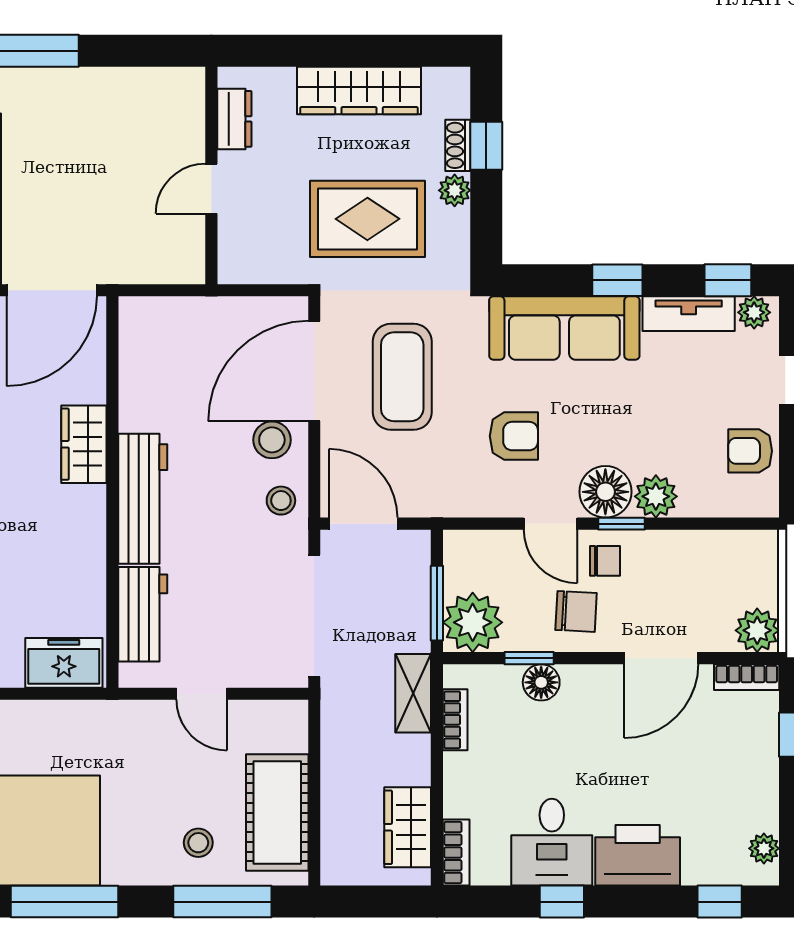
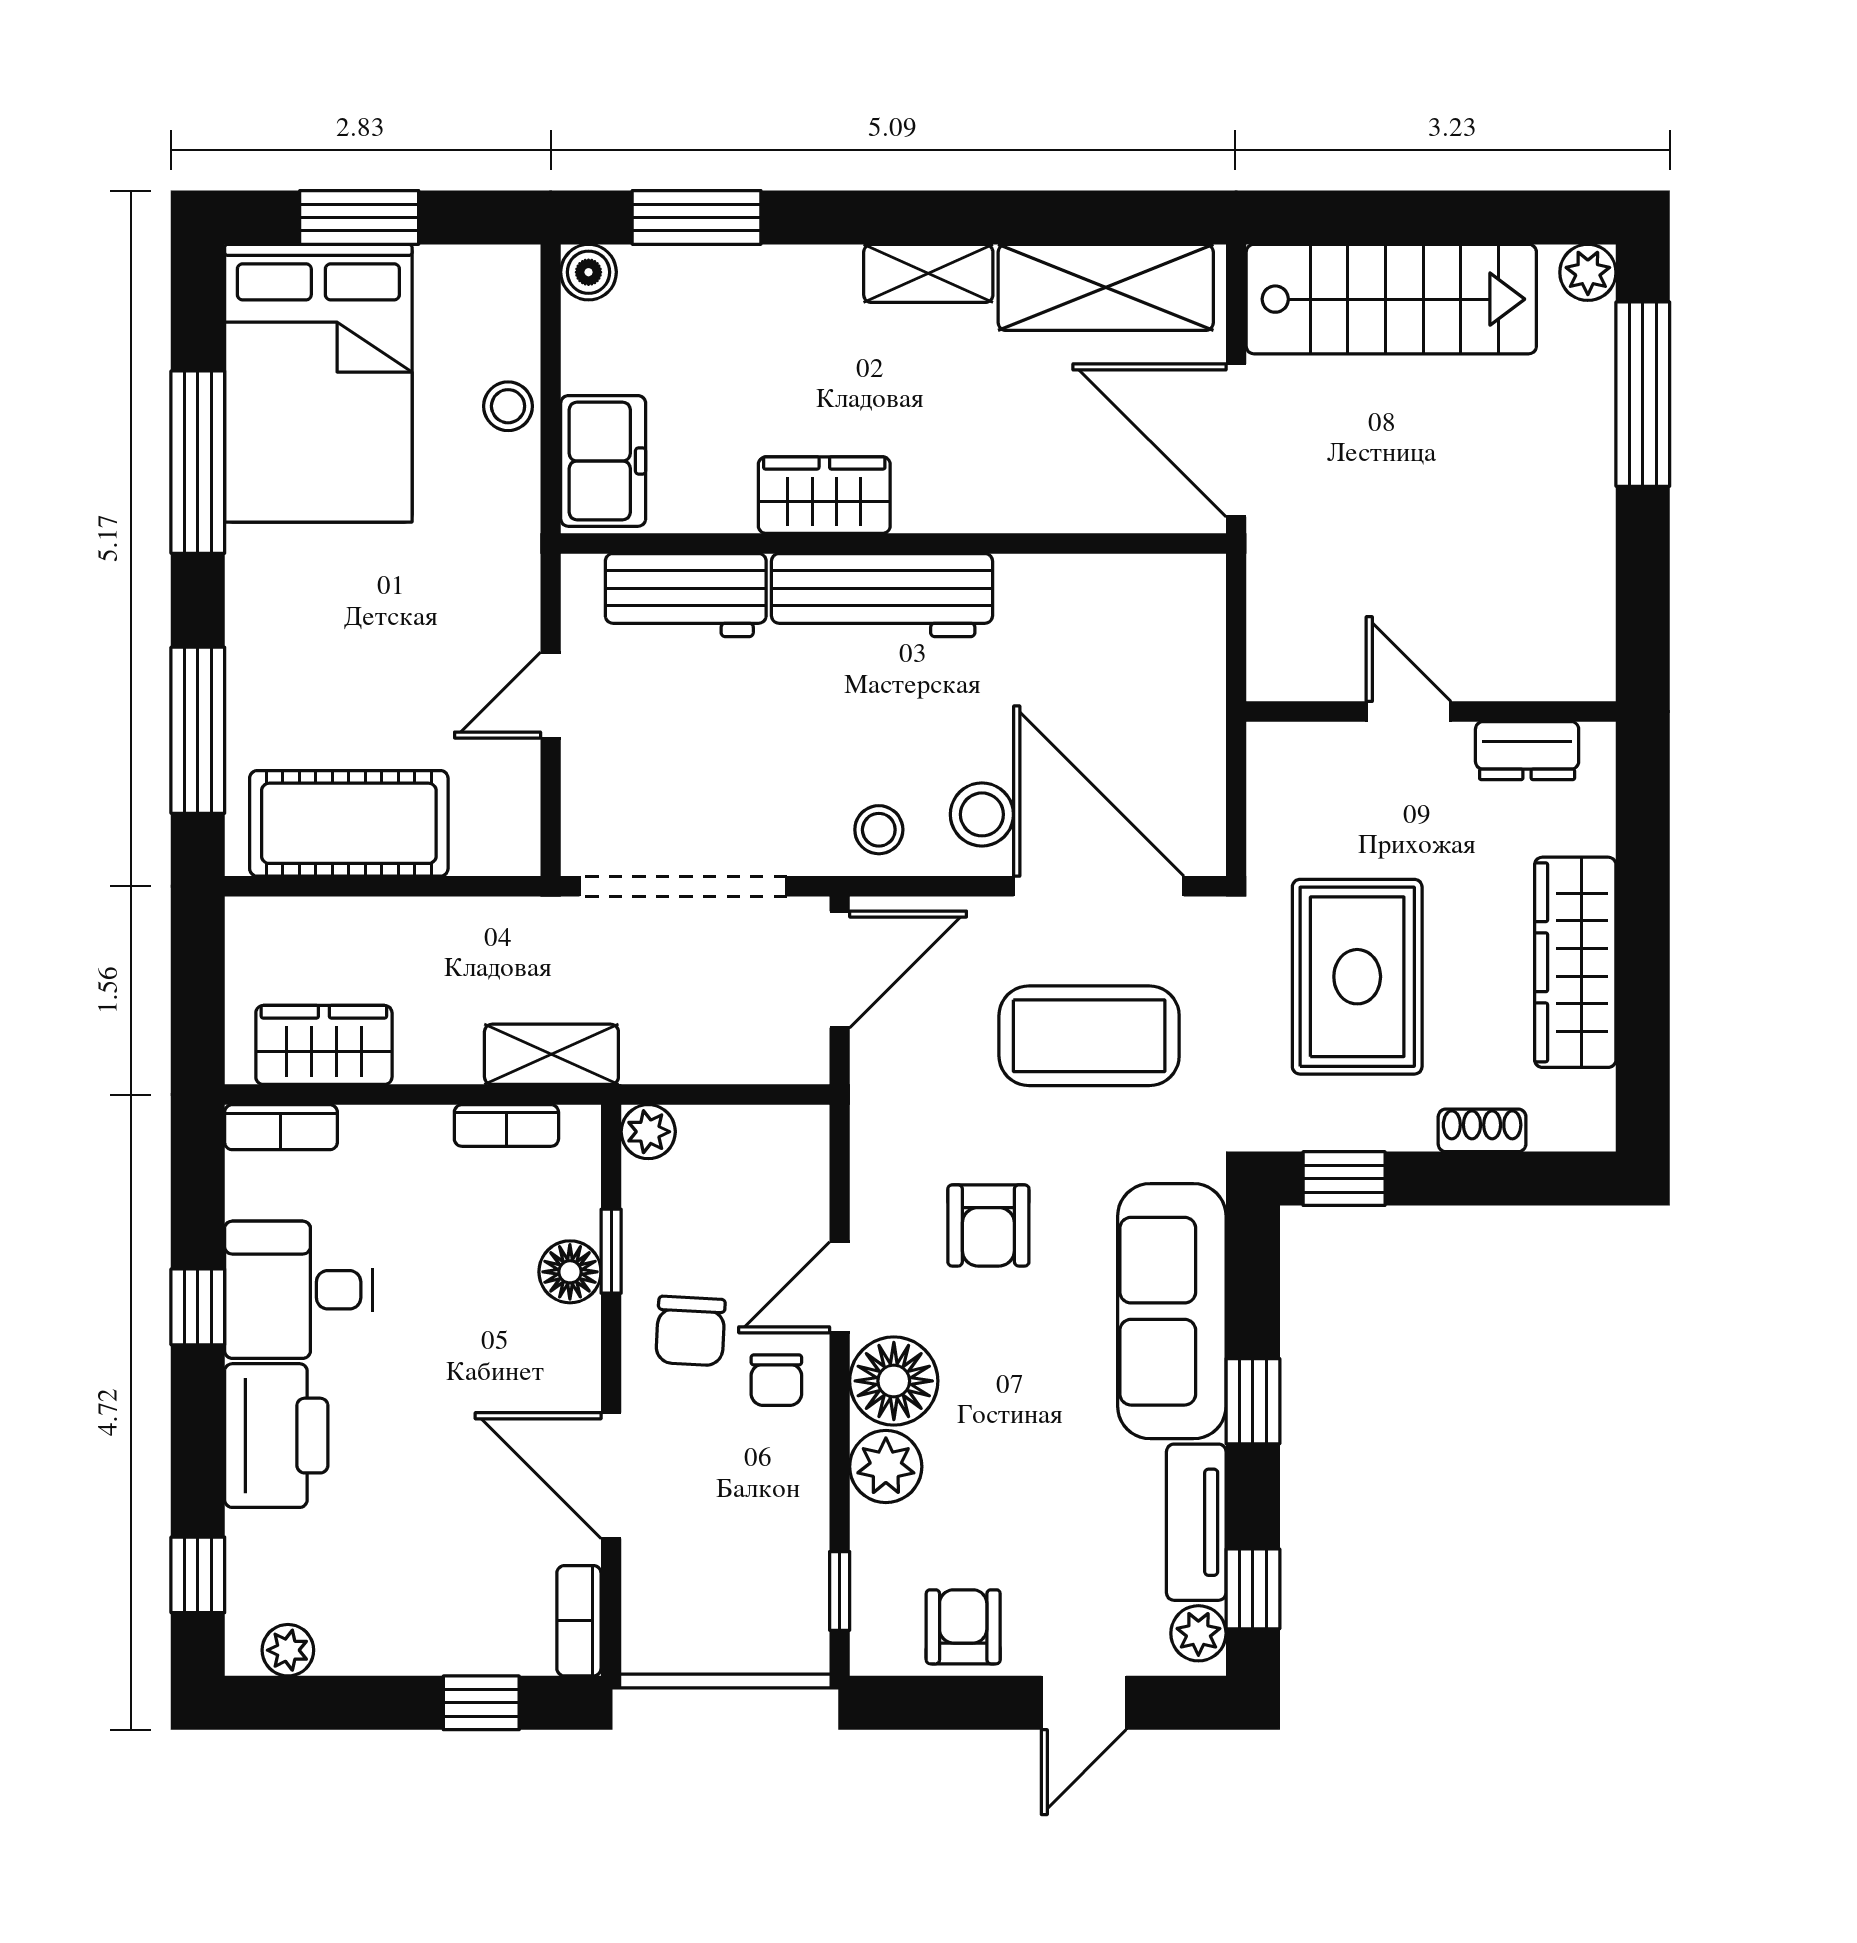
window: (486, 146) -> (1344, 1179), moved
plant: (455, 190) -> (1406, 1125), removed
wardrobe: (84, 444) -> (824, 495), moved
window: (622, 524) -> (840, 1591), moved
window: (437, 603) -> (705, 1095), removed
plant: (473, 622) -> (648, 1132), width x0.53, depth x0.53
plant: (757, 630) -> (658, 1639), removed
stool: (198, 843) -> (508, 406), moved

